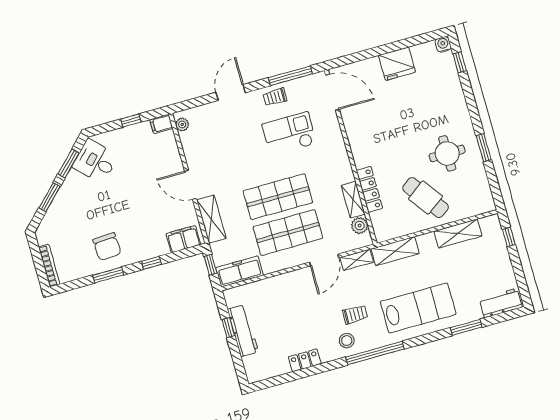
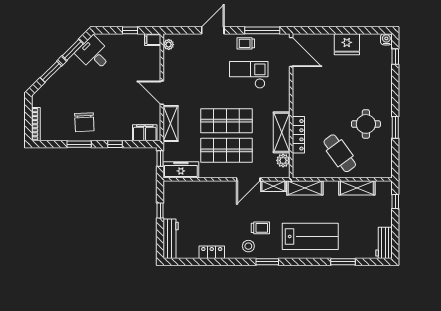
shelving: (353, 200) -> (282, 132), width x1.50, depth x1.33
workbench: (501, 303) -> (384, 243), moved, turned -90
workbench: (243, 331) -> (171, 239), moved
window: (375, 353) -> (267, 262), width x0.47

